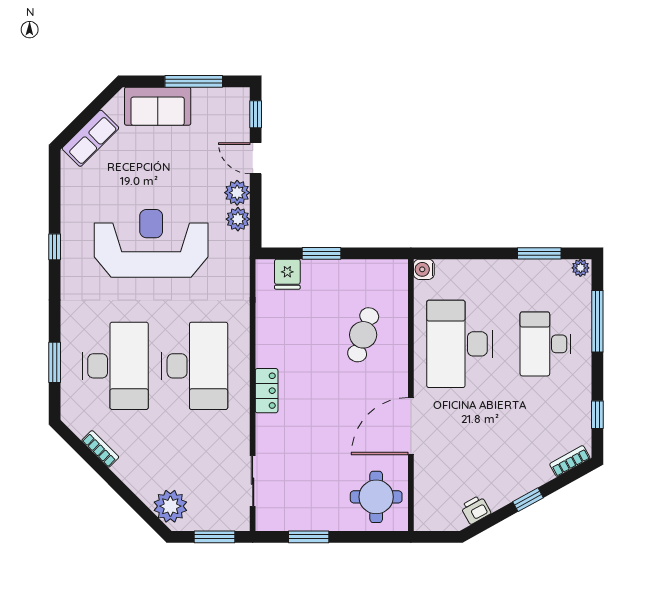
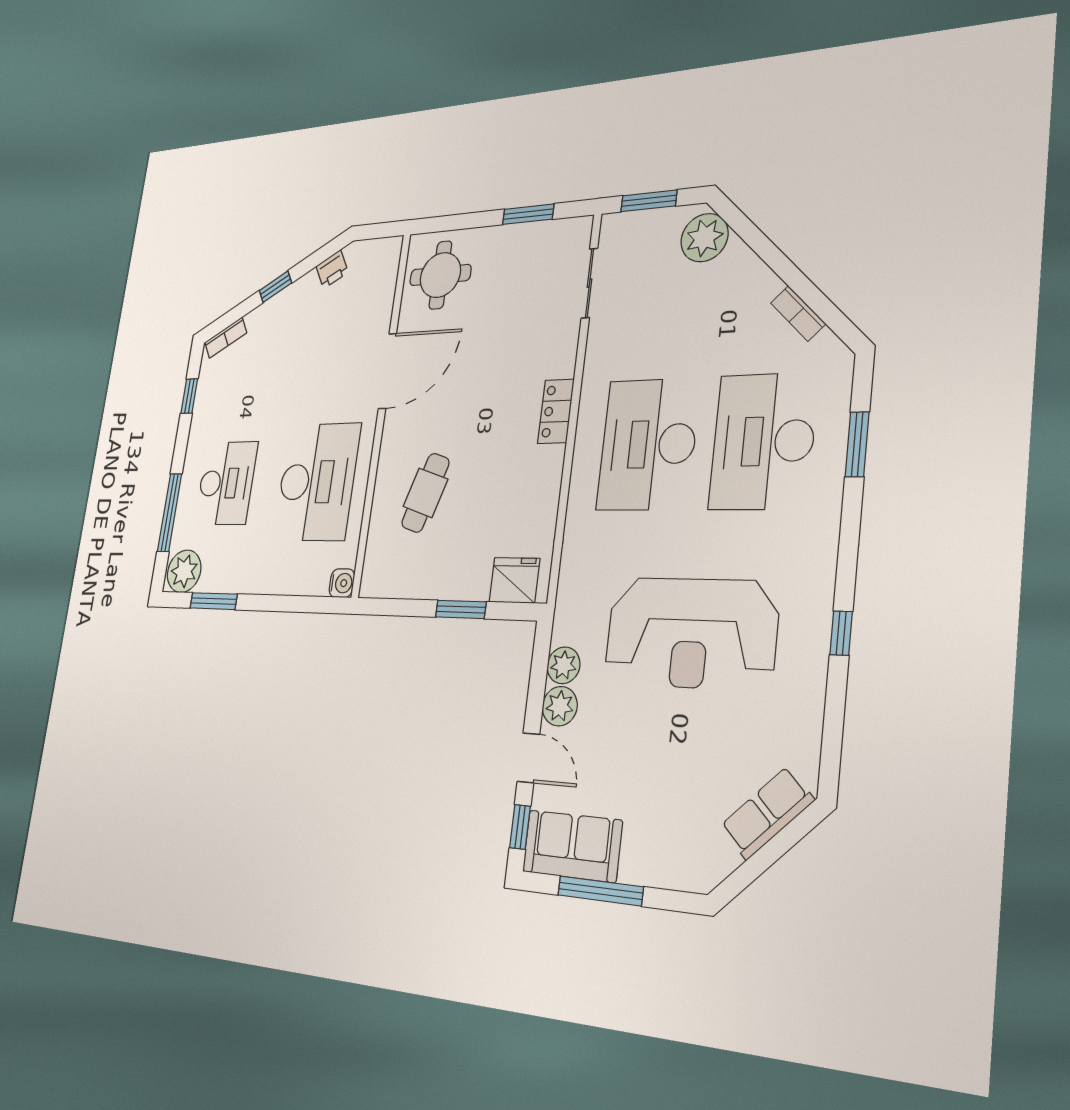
sofa: (158, 106) -> (572, 846), moved
plant: (580, 268) -> (184, 571), width x1.88, depth x1.88
fridge: (287, 274) -> (514, 580), width x1.38

